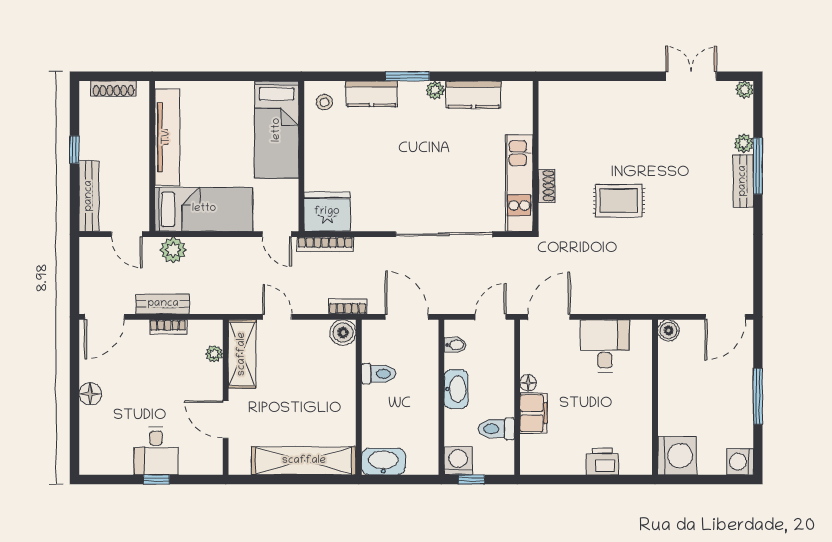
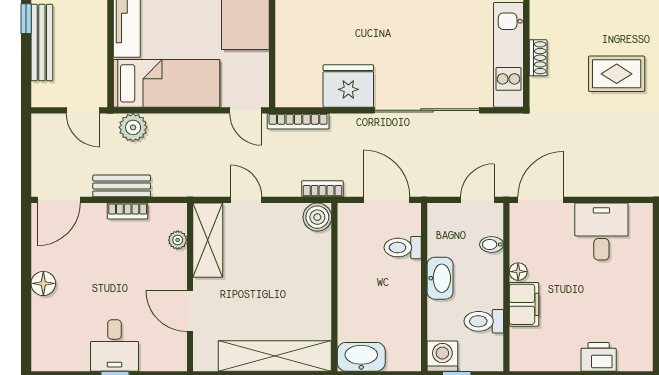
bench: (89, 196) -> (42, 43), moved
fridge: (327, 212) -> (348, 86), moved
bidet: (455, 345) -> (492, 244), moved, turned 180
toilet: (379, 374) -> (403, 248), moved, turned 180

